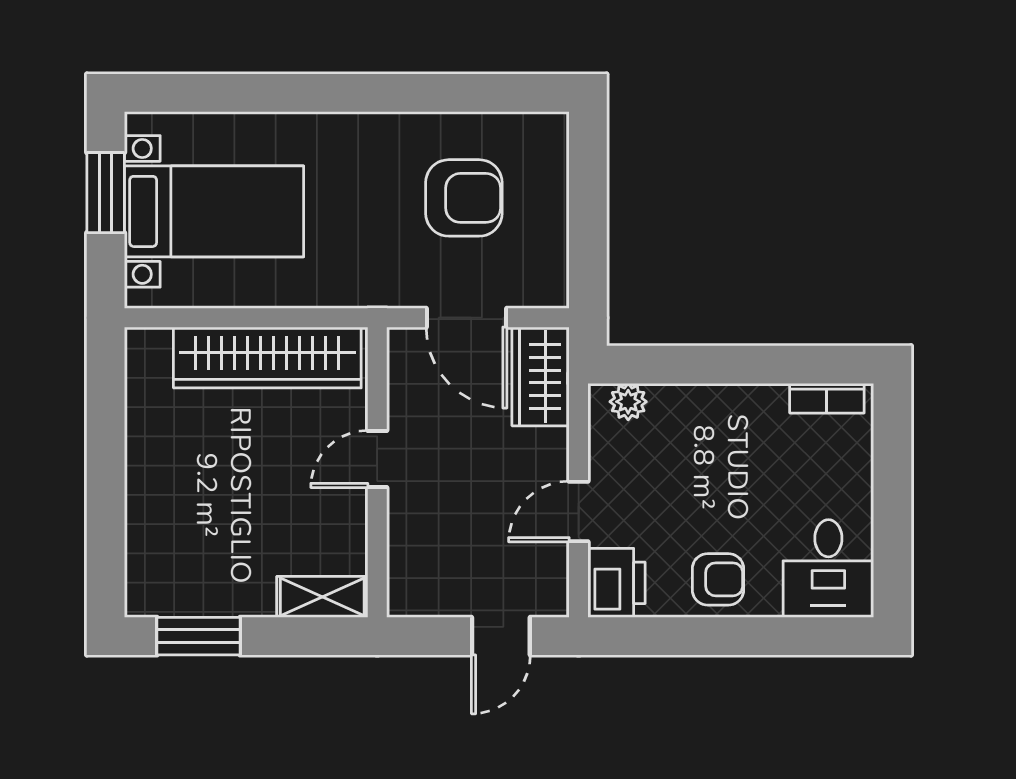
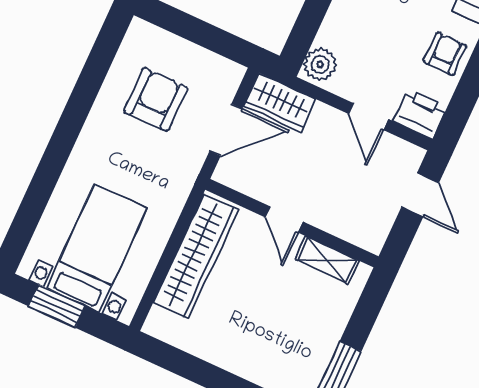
plant: (628, 402) -> (320, 64), width x1.38, depth x1.38
shelving: (322, 597) -> (327, 260), moved, turned 90

